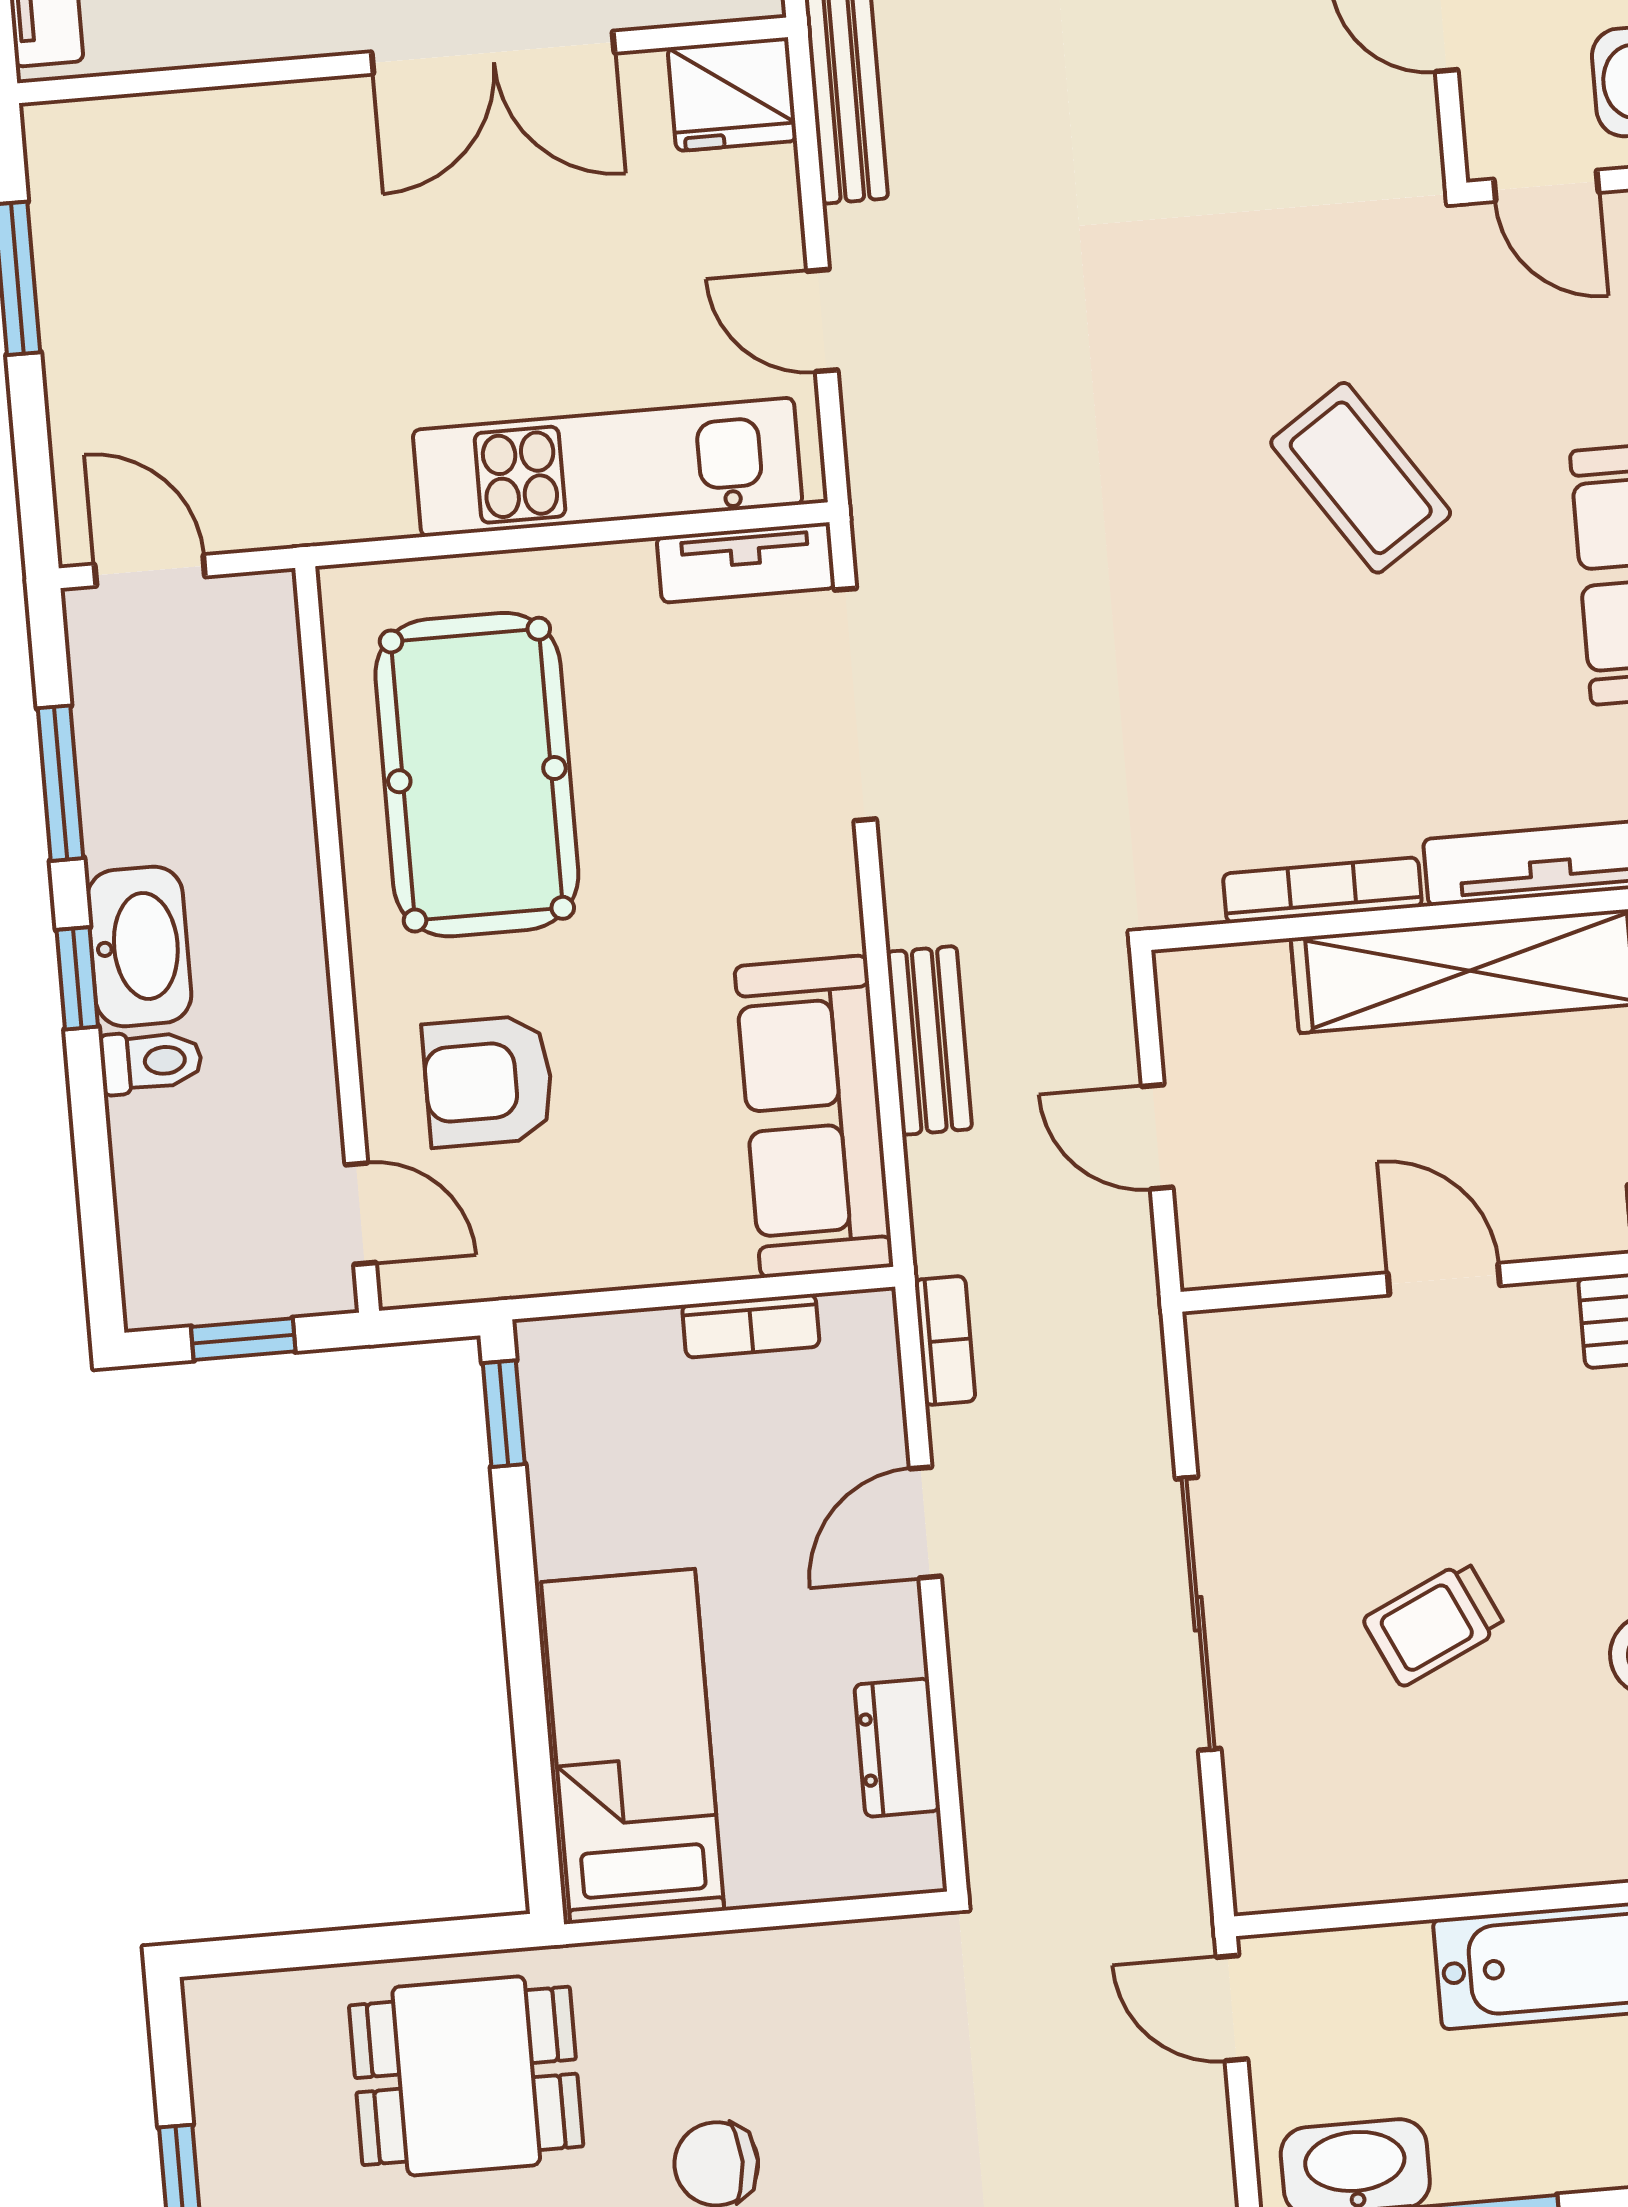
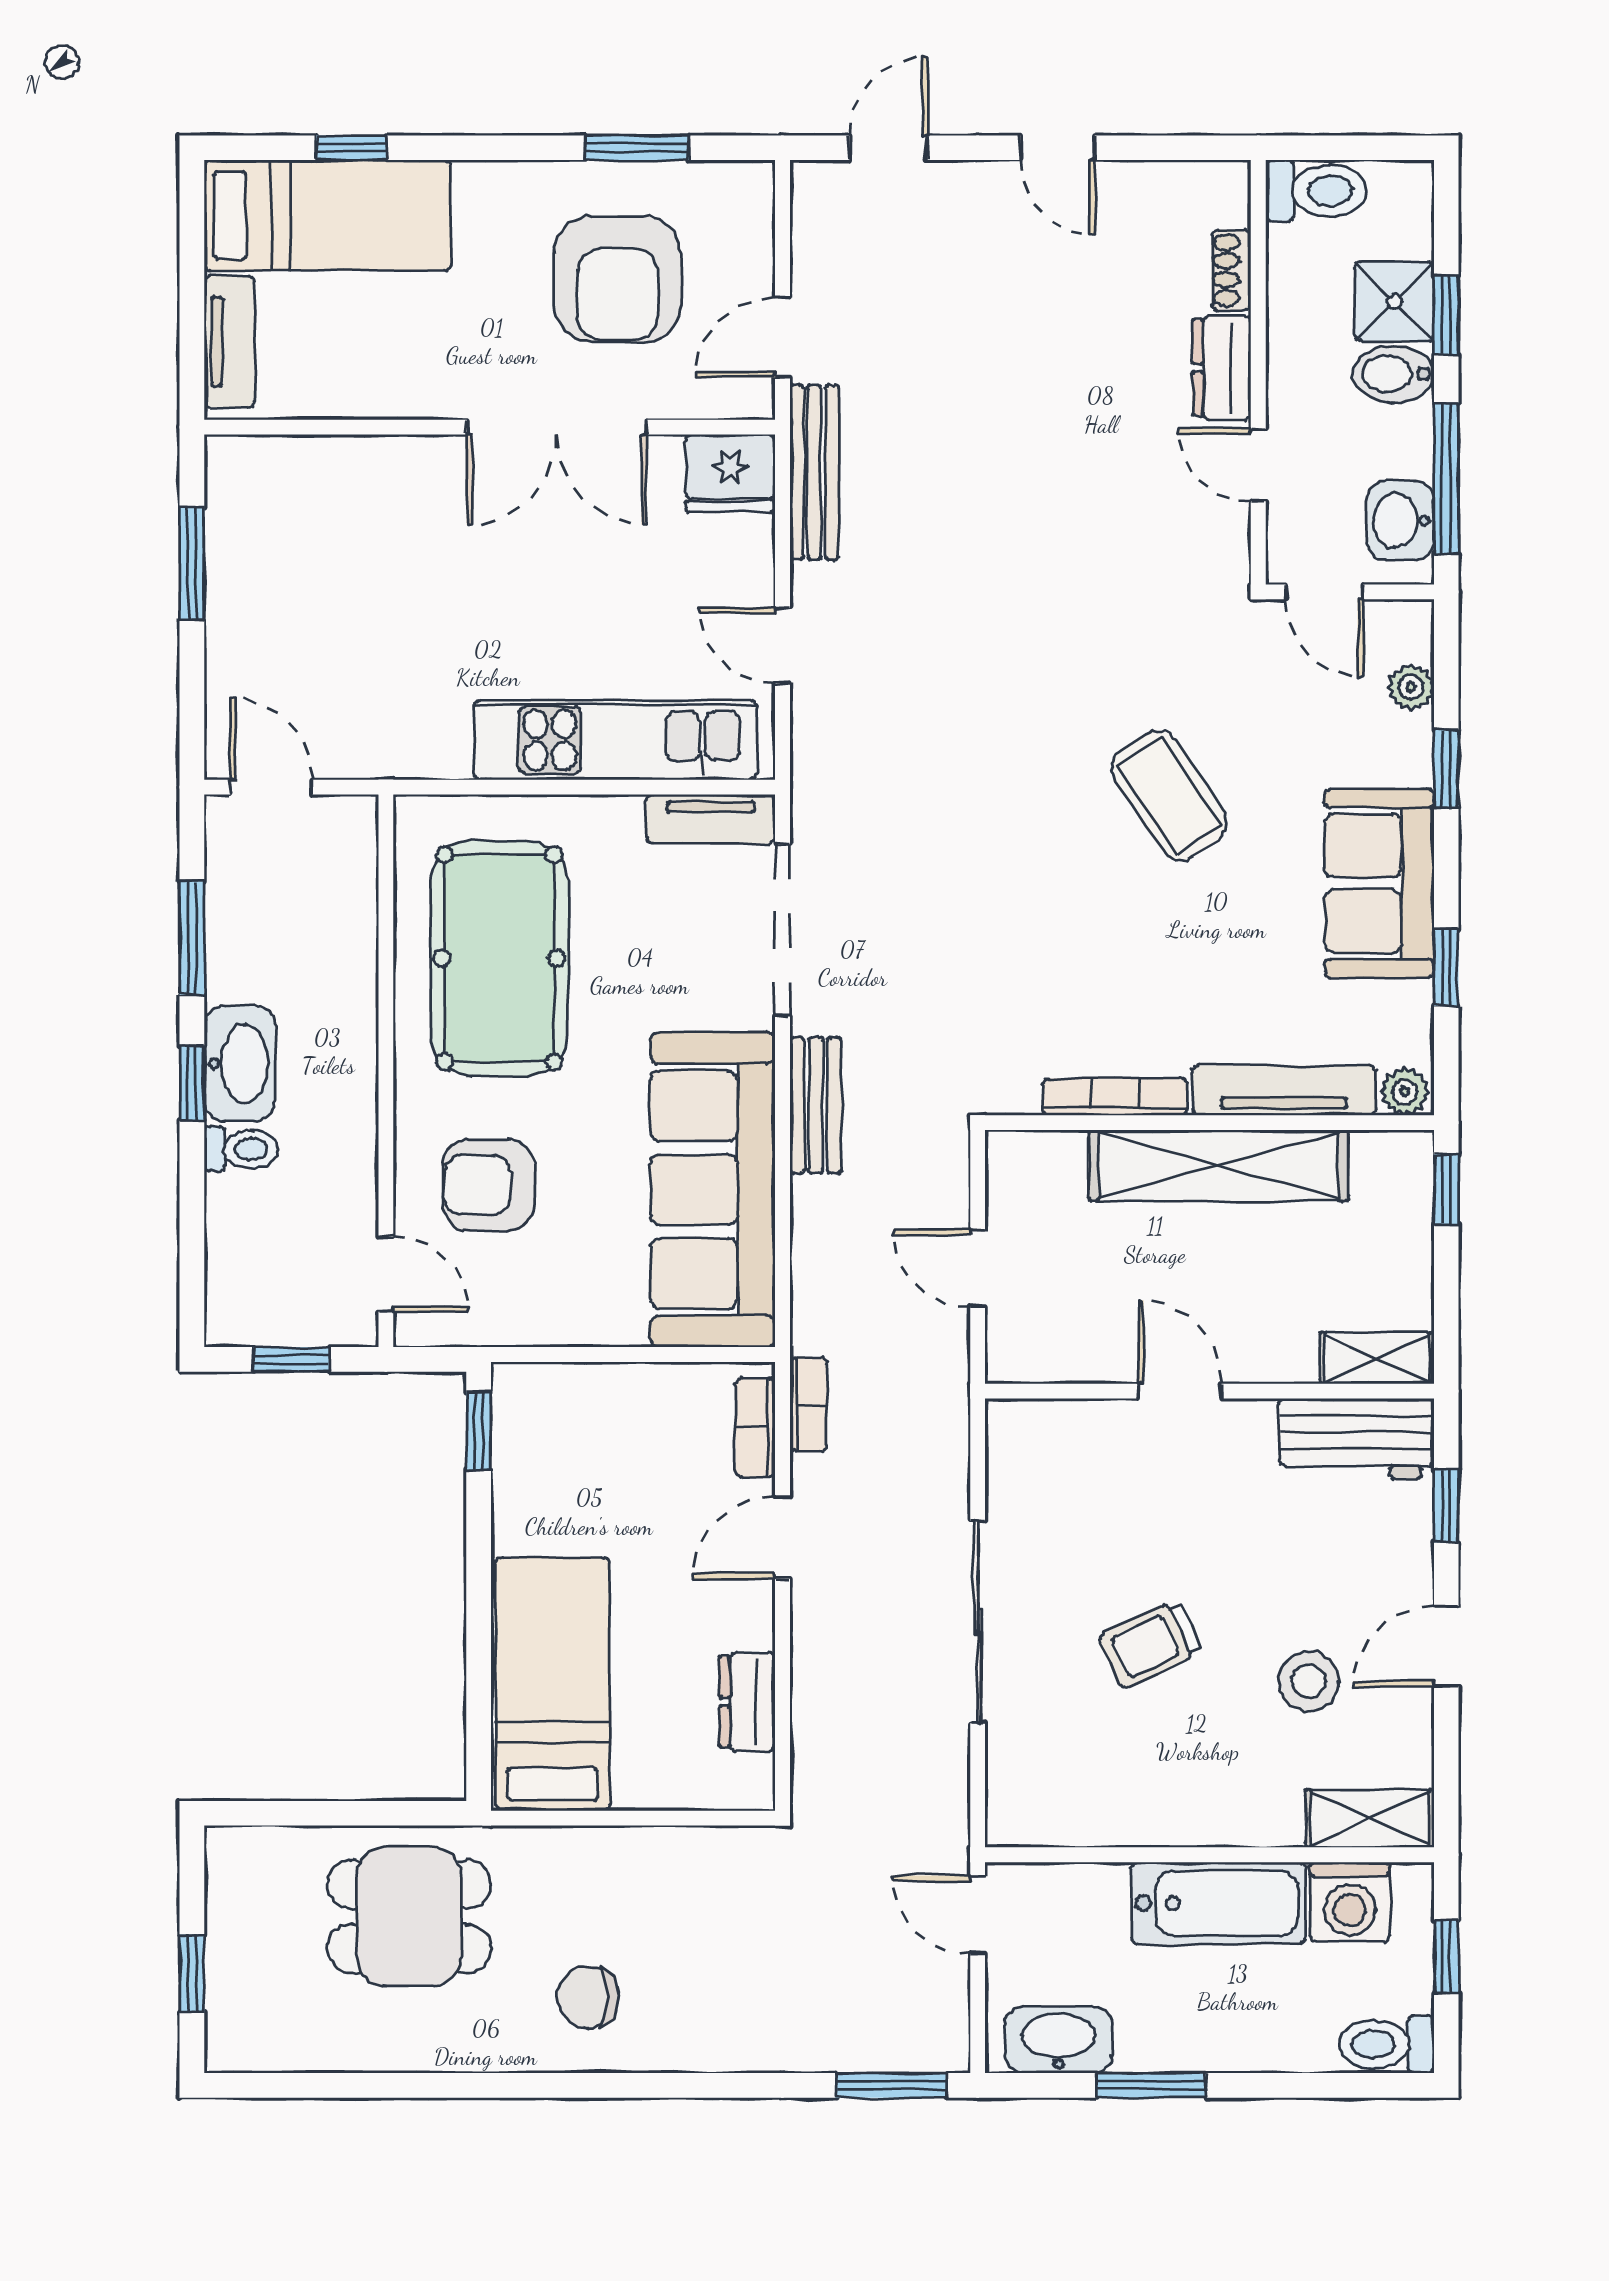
bench: (929, 1040) -> (816, 1105), moved
sofa: (814, 1117) -> (713, 1190), width x1.36, depth x1.27
bookcase: (751, 1326) -> (755, 1428), moved, turned 90

